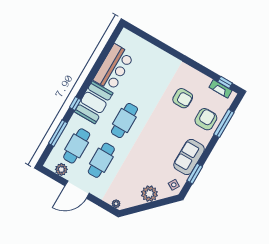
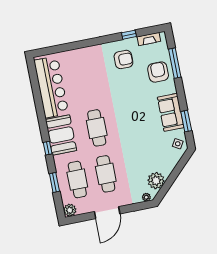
bar counter: (114, 68) -> (51, 87), width x1.36
window: (225, 82) -> (129, 35), moved
armchair: (183, 98) -> (123, 59), moved
window: (58, 133) -> (54, 183), width x0.69
plant: (61, 169) -> (70, 210), moved
plant: (149, 194) -> (156, 181), moved

